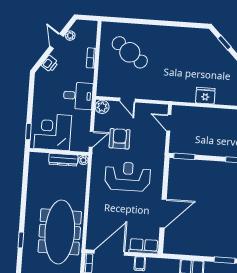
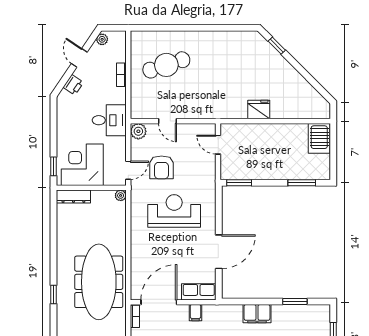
plant: (70, 36) -> (102, 39), moved
cafe table: (130, 52) -> (166, 65), turned -54
armchair: (120, 139) -> (162, 167), turned 180
dresser: (63, 160) -> (73, 197), moved

